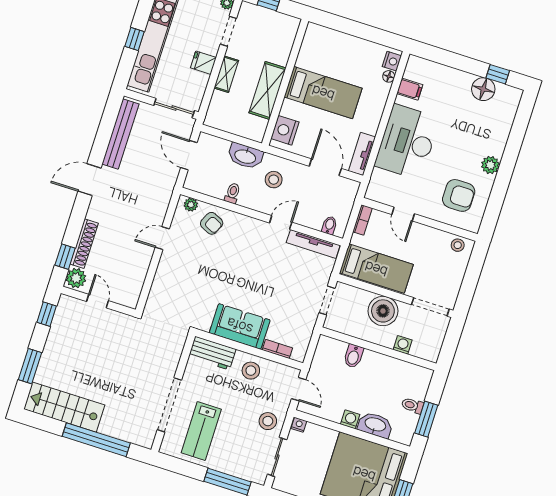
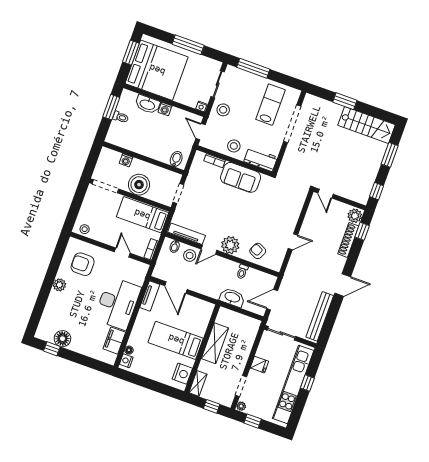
shelving: (226, 74) -> (198, 383), moved
filing cabinet: (410, 89) -> (114, 341), width x2.00
nightstand: (285, 130) -> (182, 374), moved
door: (189, 155) -> (272, 300), swing flipped
stool: (274, 180) -> (190, 255), moved
plant: (191, 205) -> (230, 245), moved, width x1.88, depth x1.88
door: (98, 301) -> (326, 194), moved
bidet: (353, 356) -> (176, 159), moved
window: (96, 440) -> (345, 101), width x0.47

